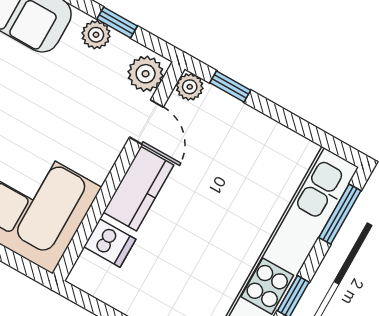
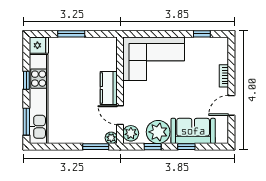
plant: (96, 35) -> (158, 132), width x1.88, depth x1.88
window: (230, 87) -> (96, 147), width x1.50
dishwasher: (110, 243) -> (108, 61), removed

